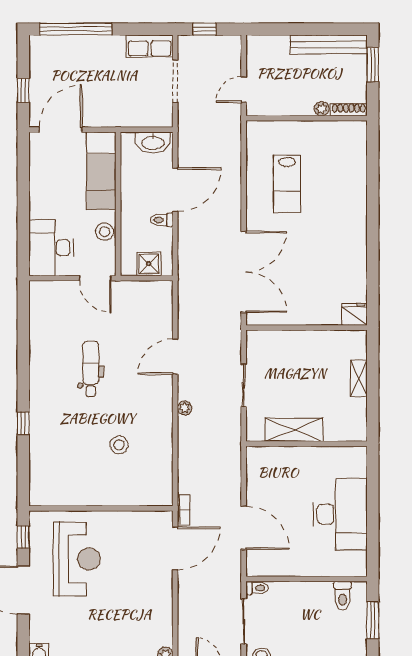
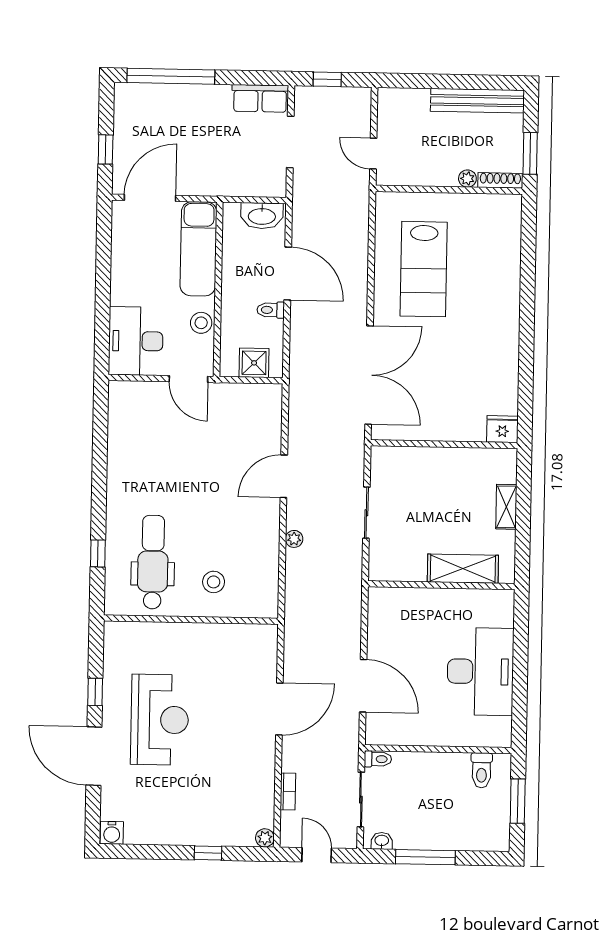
window: (373, 65) -> (530, 153), moved
door: (244, 90) -> (373, 154), hinge flipped
lab bench: (287, 184) -> (424, 269), width x1.36, depth x1.39
door: (175, 190) -> (288, 273), hinge flipped
dental chair: (91, 369) -> (153, 562), moved, width x1.36, depth x1.38
shelving: (294, 430) -> (463, 569), moved
wall: (101, 508) -> (191, 620), moved
bookcase: (184, 510) -> (288, 791), moved

